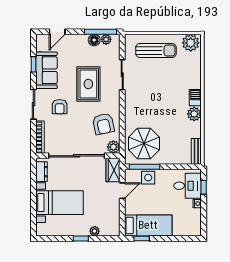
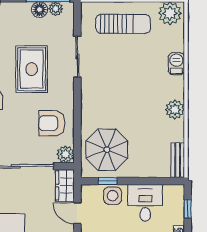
barbecue: (195, 98) -> (176, 64), moved
armchair: (103, 124) -> (52, 123), turned 102
window: (144, 167) -> (108, 181), width x0.46
desk: (188, 186) -> (145, 203), moved, turned -90
door: (122, 191) -> (77, 213), swing flipped

